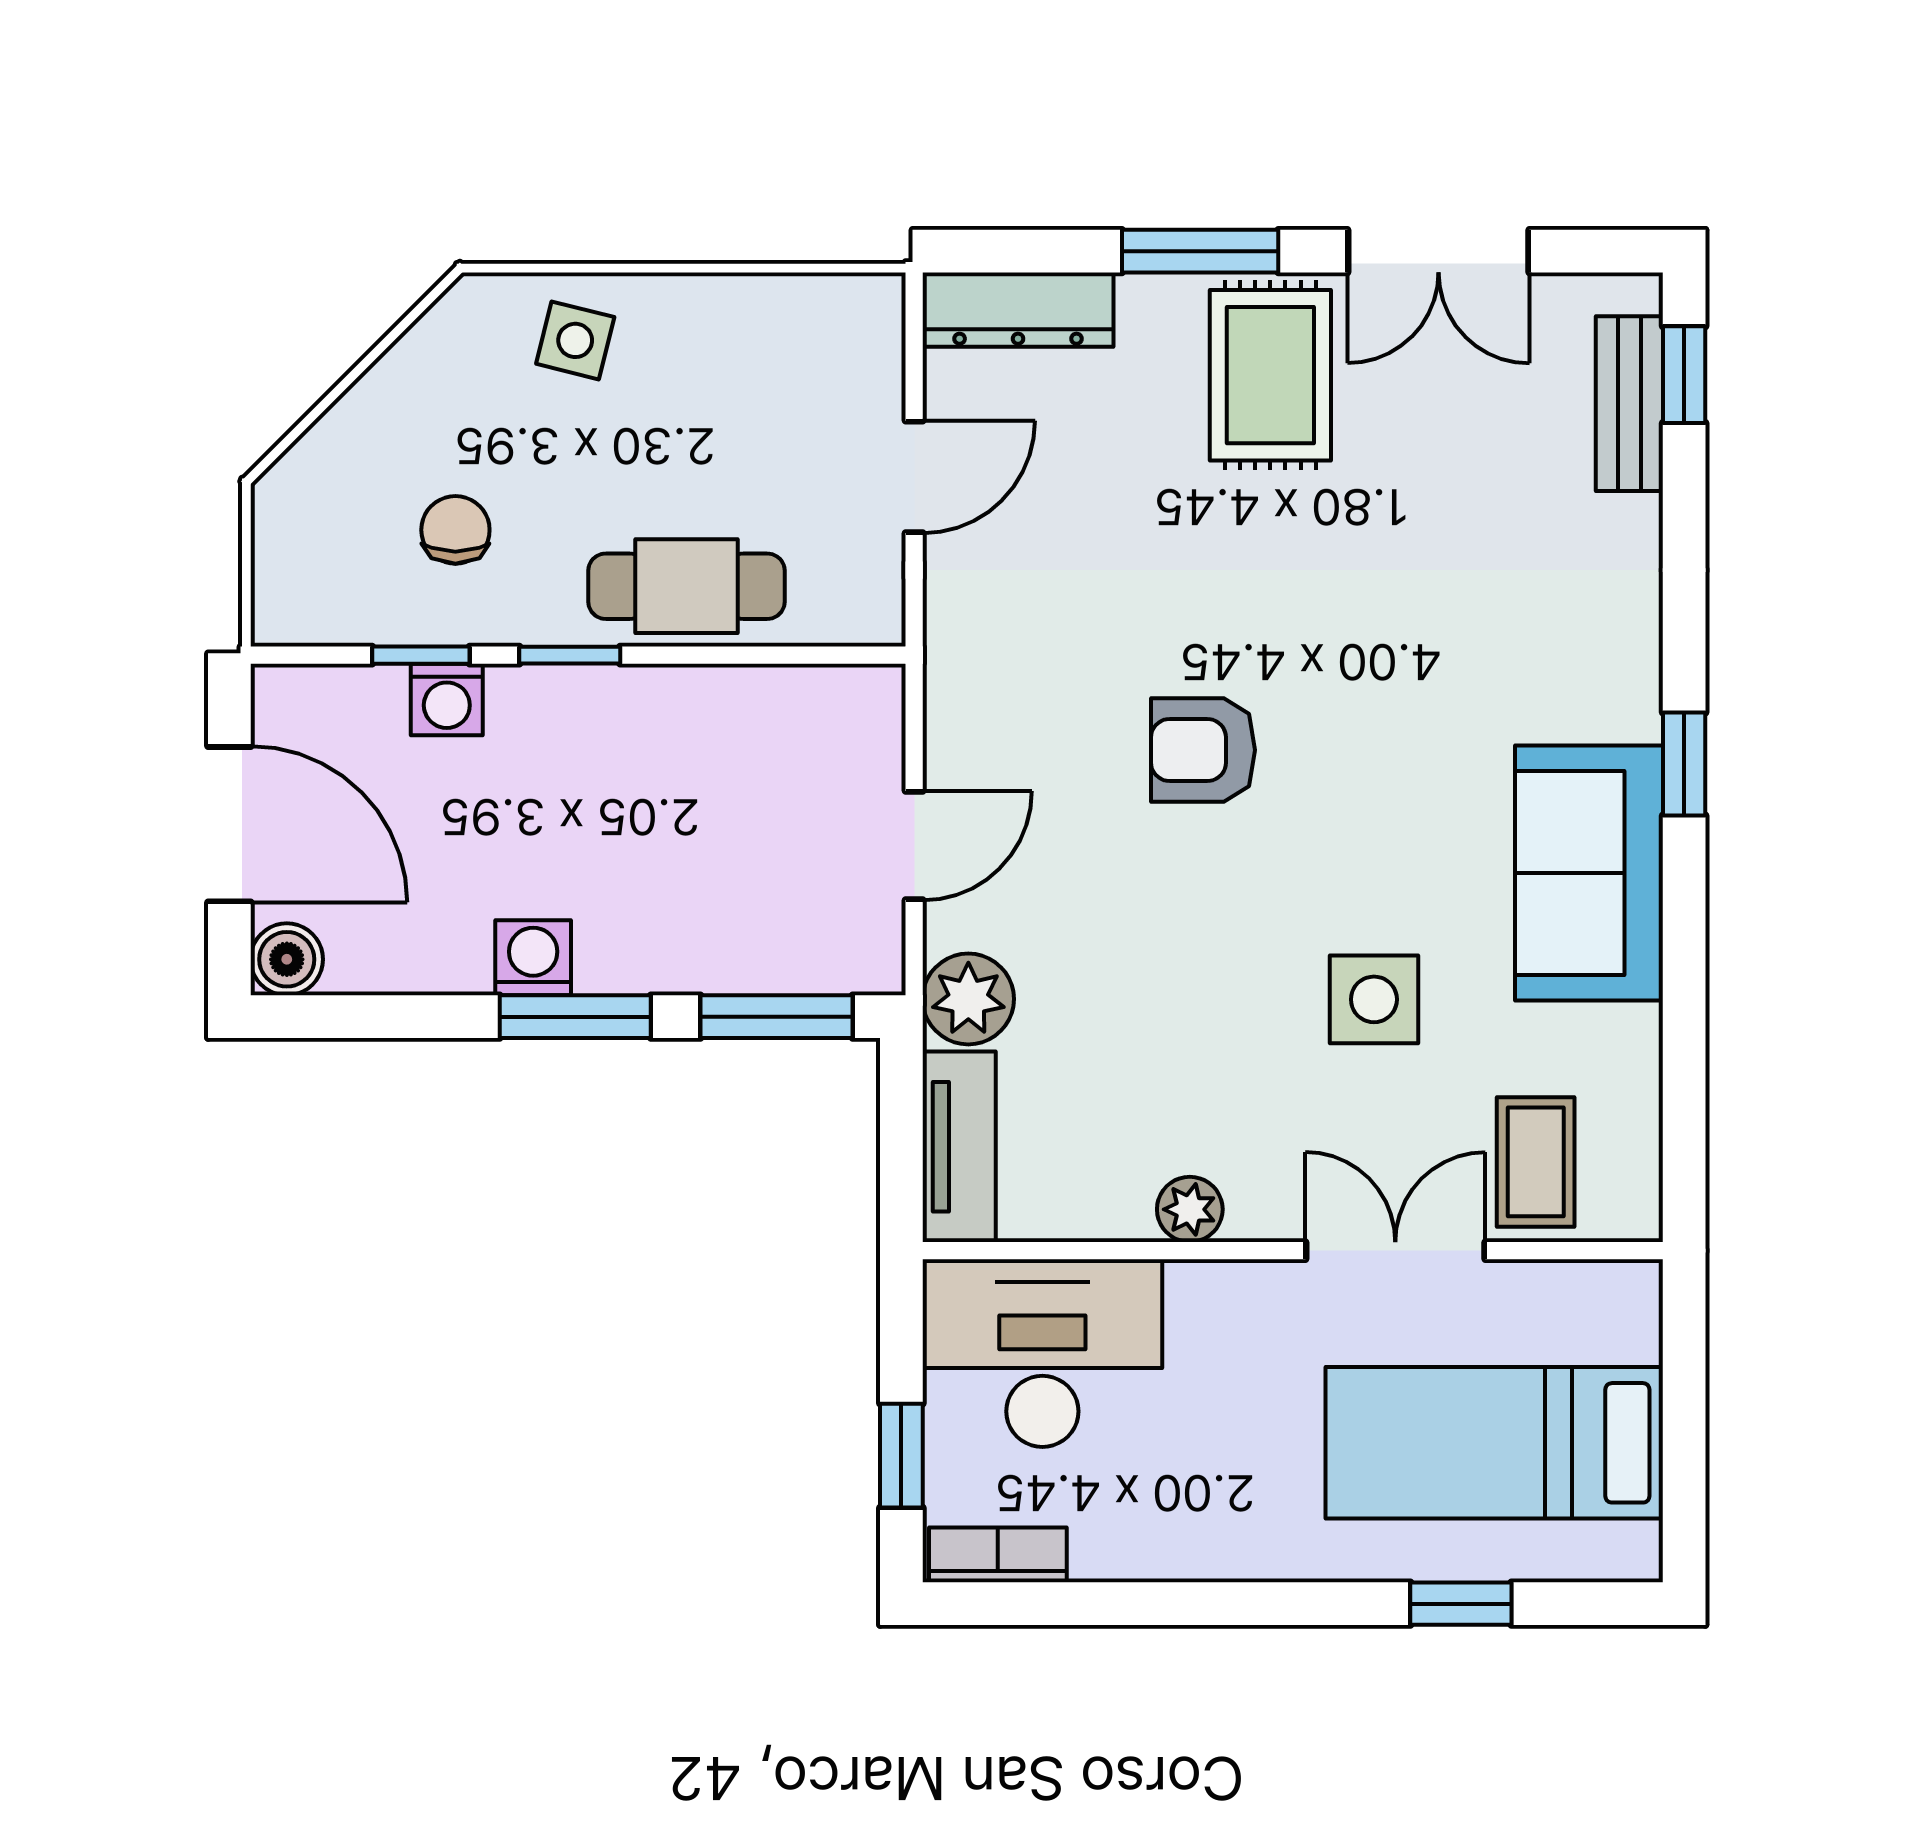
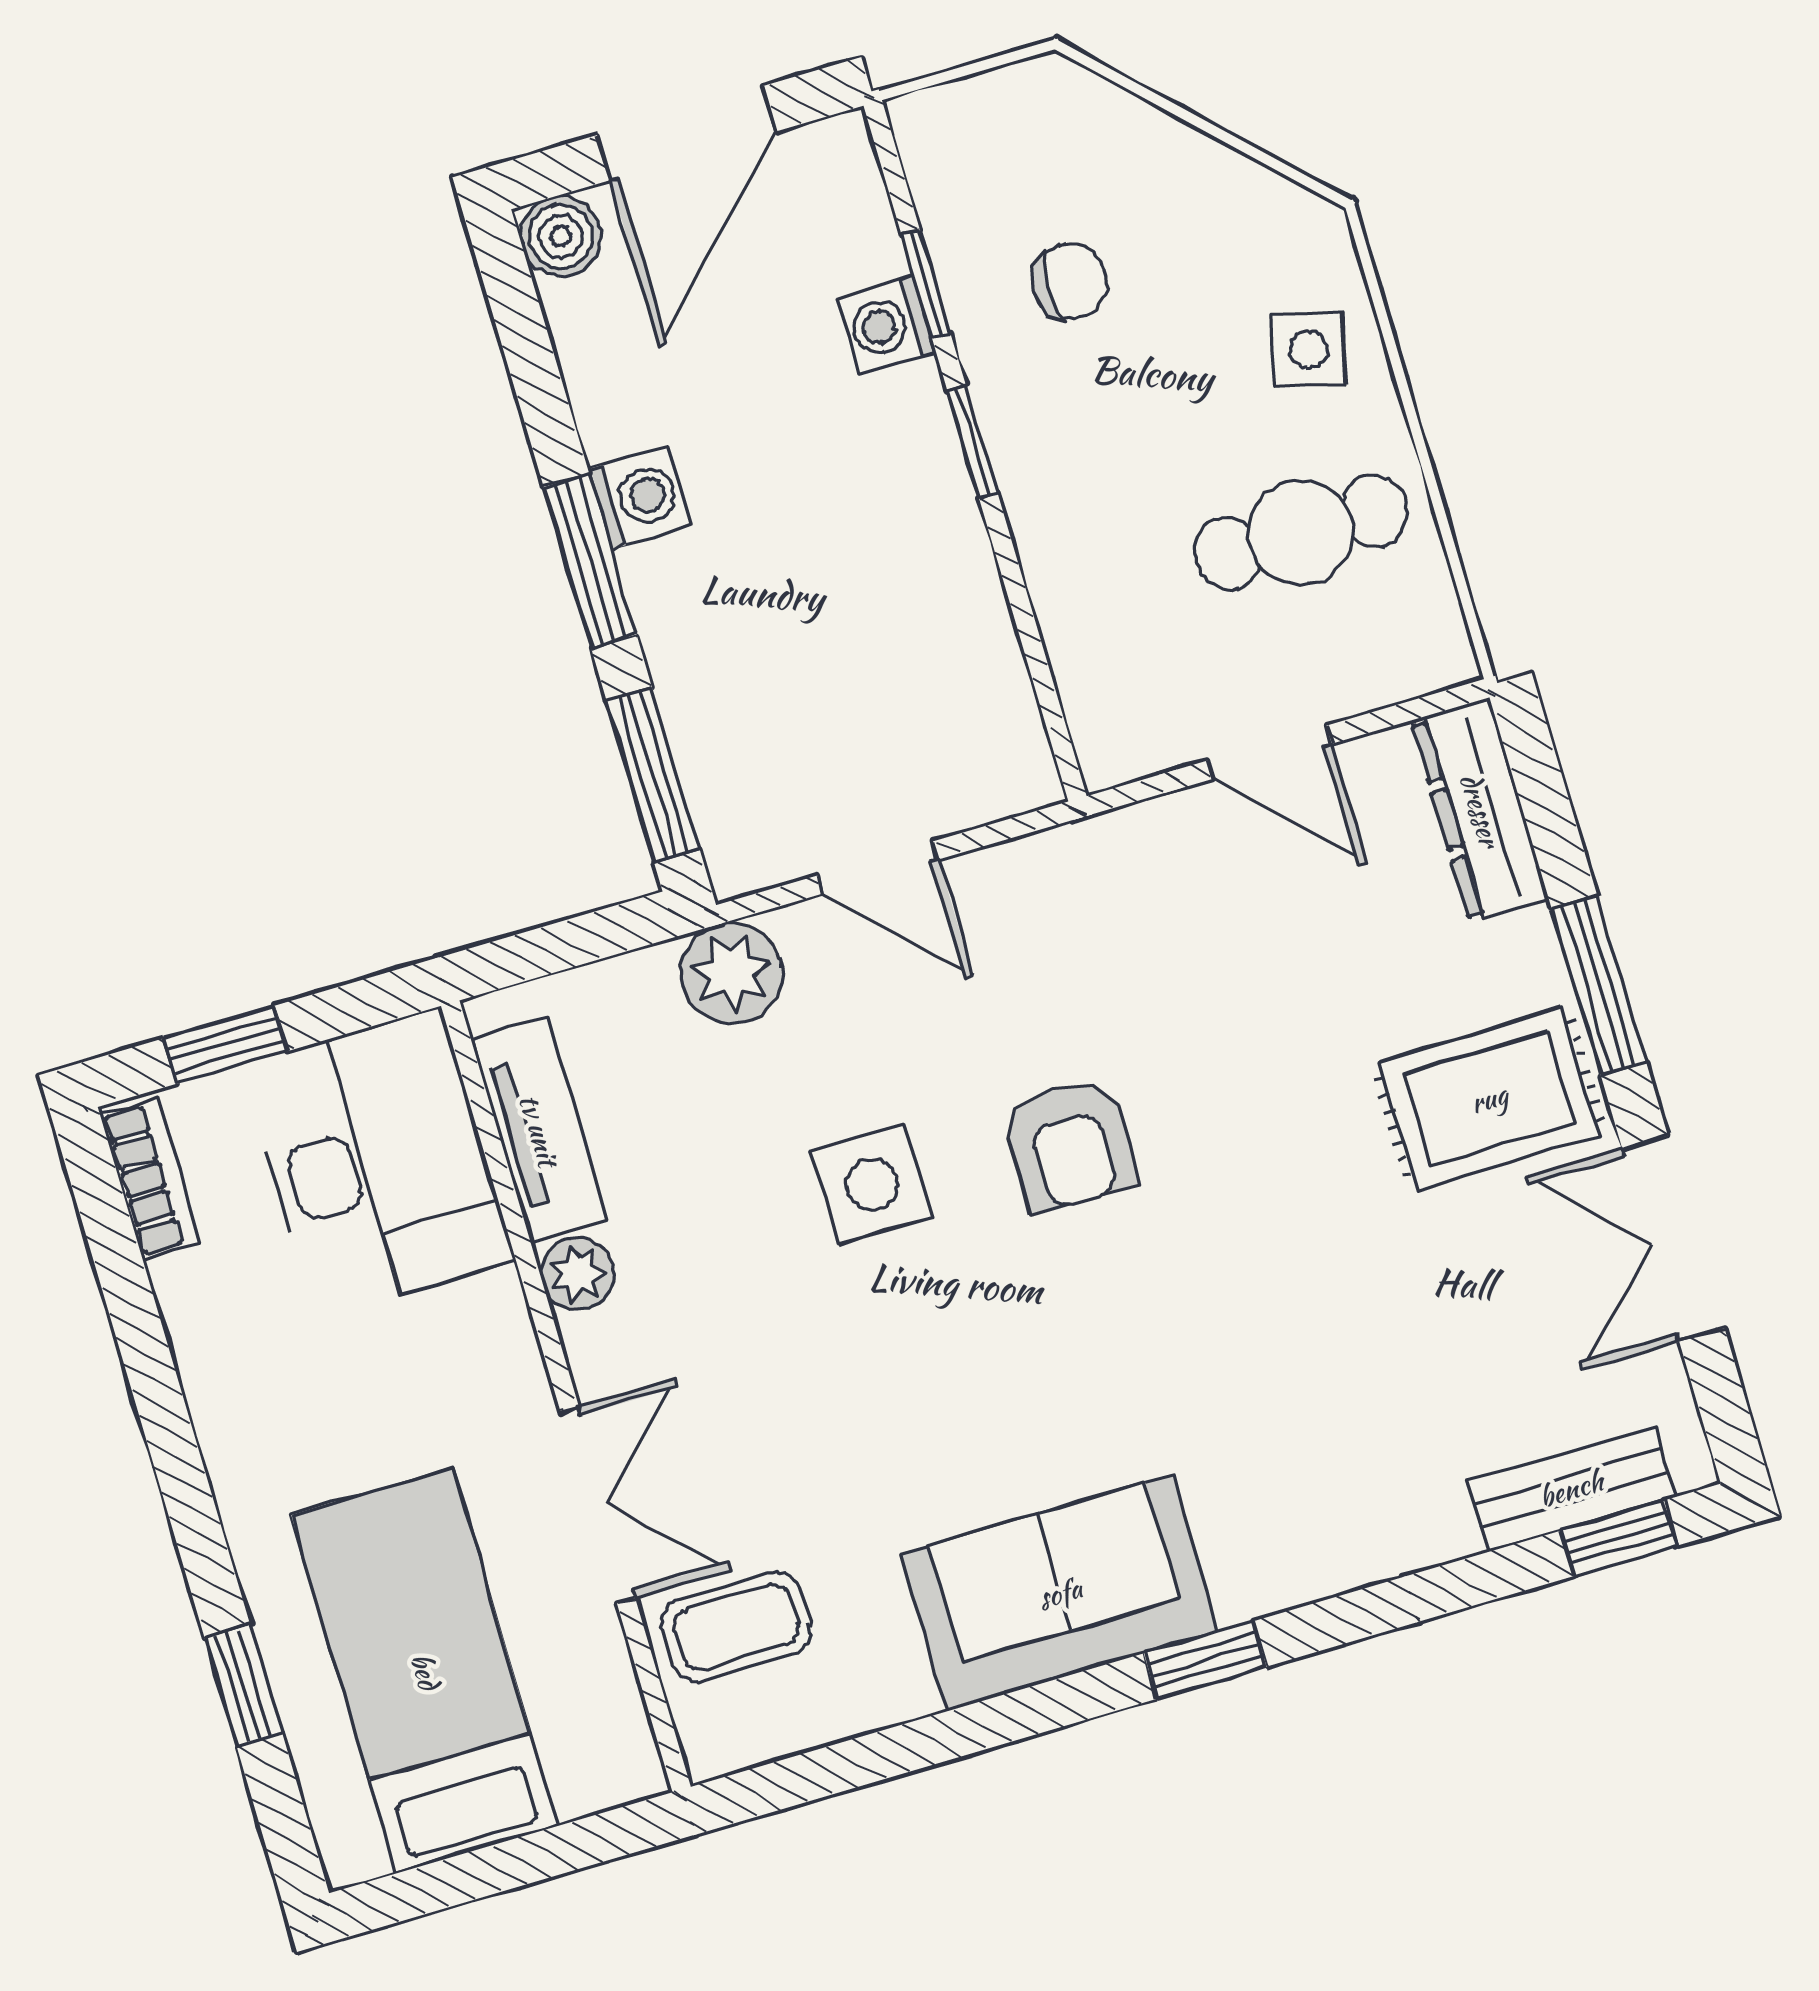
cafe table: (686, 586) -> (1301, 532), moved, turned 90
armchair: (1203, 750) -> (1070, 1144), turned 180
side table: (1374, 999) -> (872, 1184), moved
tv unit: (959, 1147) -> (539, 1130), moved, turned -90

